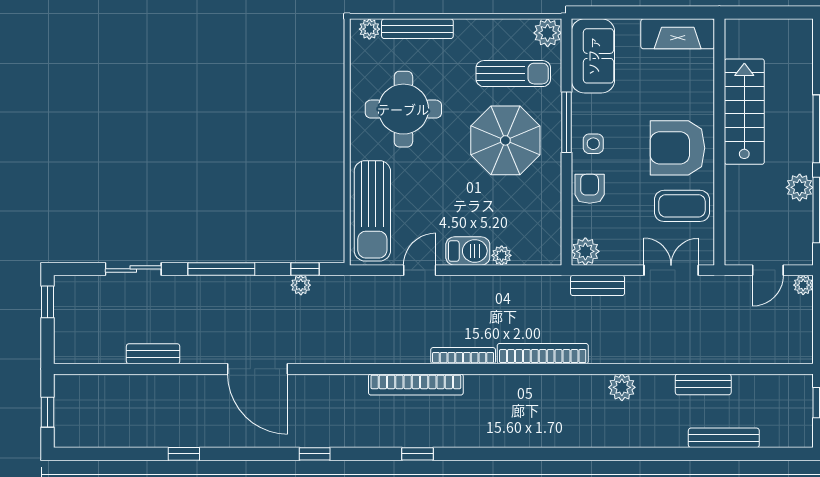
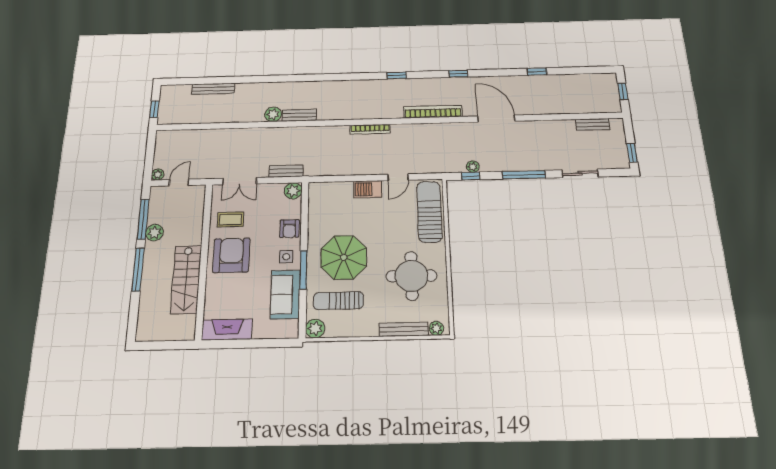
sofa: (593, 56) -> (285, 294), moved
armchair: (677, 148) -> (231, 255), turned -90
coffee table: (682, 206) -> (231, 220), width x0.73, depth x0.77
plant: (502, 255) -> (346, 187), removed
bench: (153, 354) -> (592, 124), moved
bookcase: (543, 354) -> (321, 132), removed
bench: (703, 384) -> (299, 115), moved
bookcase: (416, 385) -> (433, 112), moved

